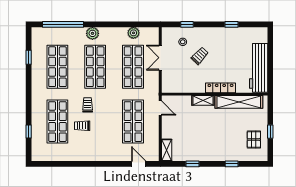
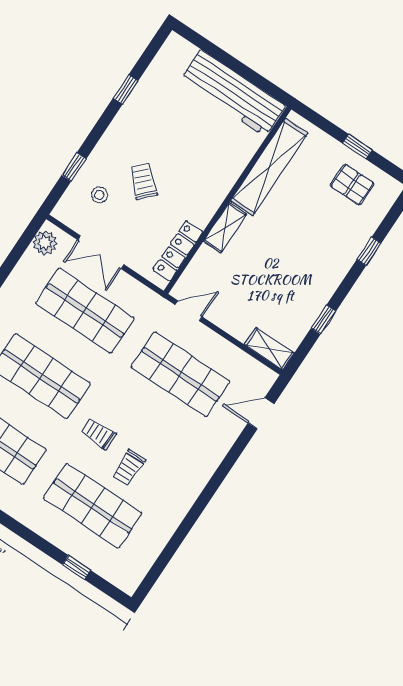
plant: (133, 33) -> (45, 243), moved
locker: (220, 88) -> (178, 251), moved

